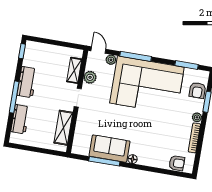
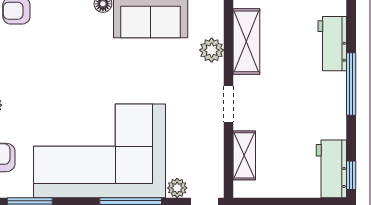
plant: (90, 77) -> (212, 50), moved
workbench: (27, 82) -> (331, 169), moved

